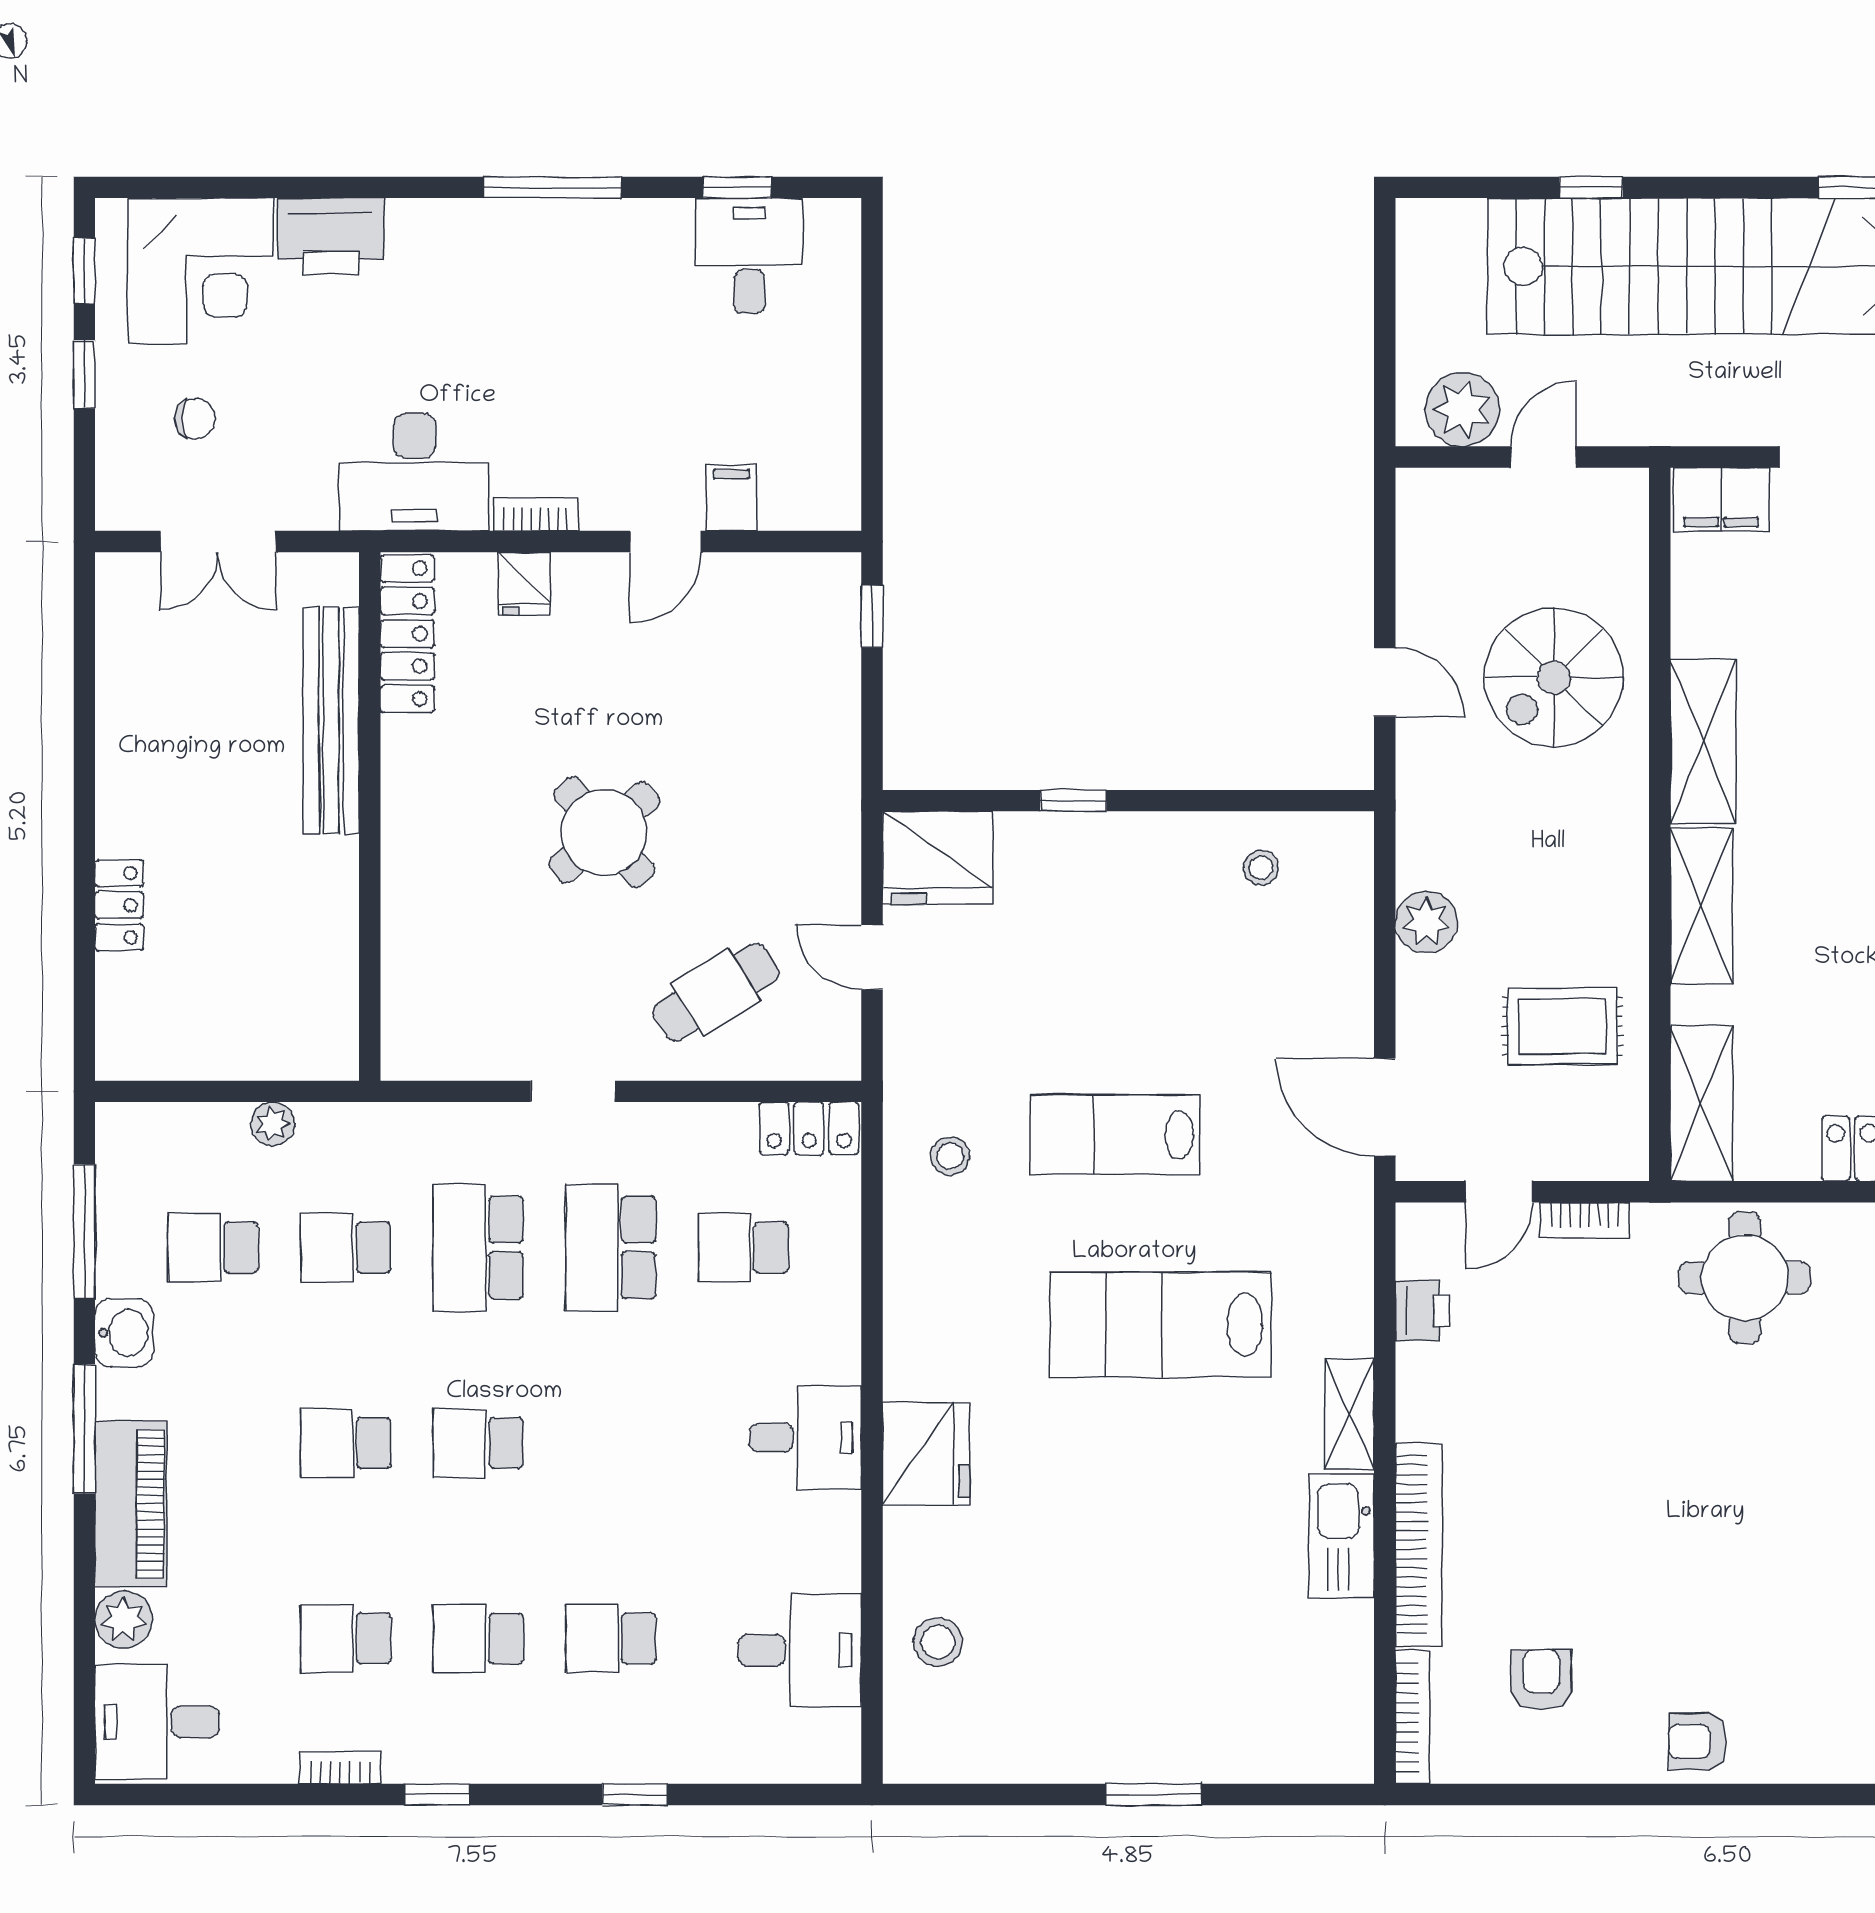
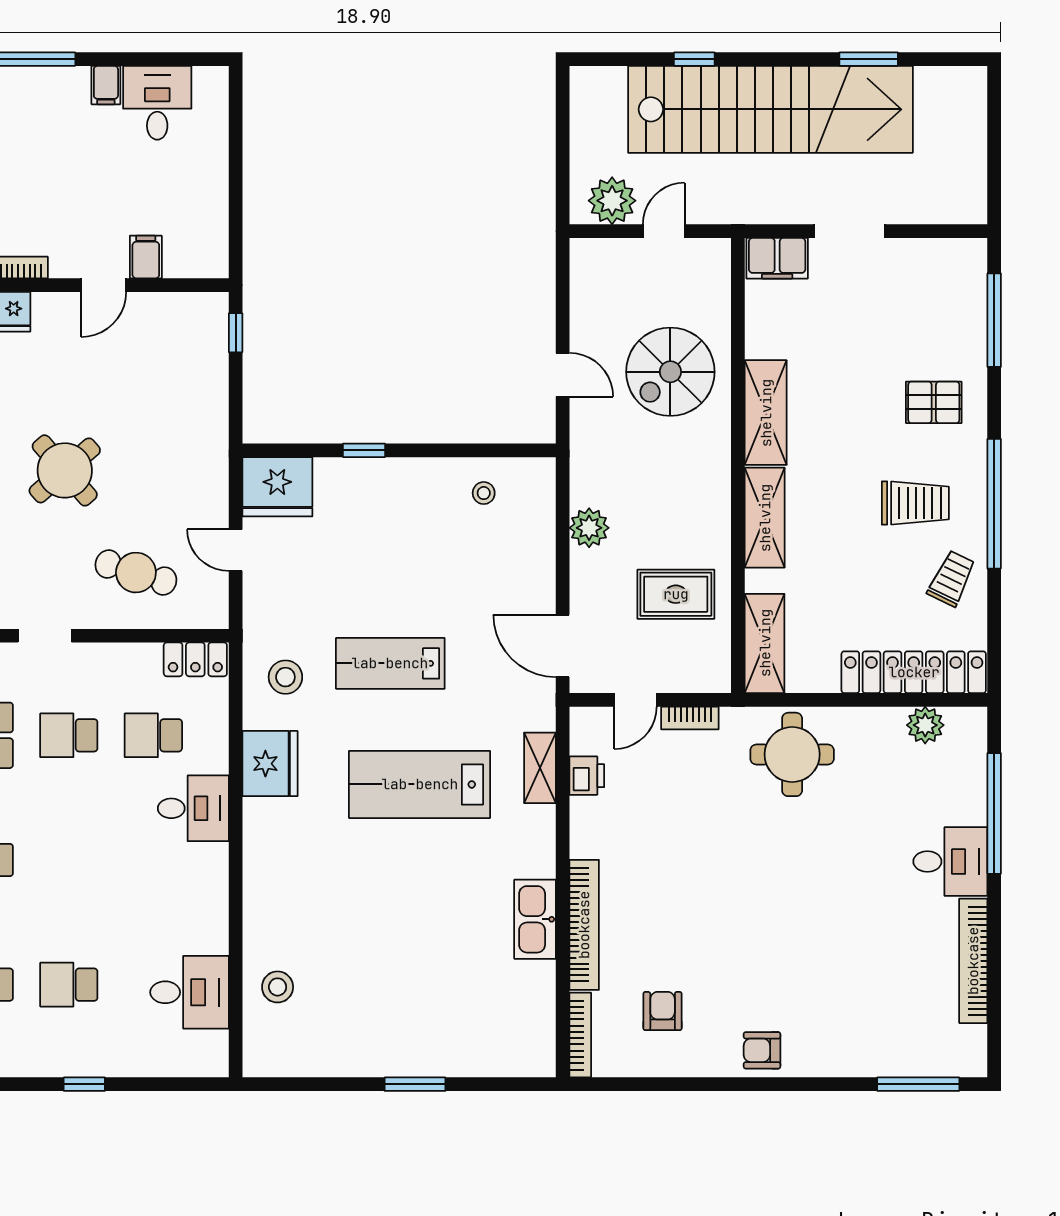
window: (737, 187) -> (149, 59), removed
filing cabinet: (669, 228) -> (106, 85), added
cafe table: (716, 992) -> (136, 573), turned 49
stool: (950, 1156) -> (285, 677), width x1.37, depth x1.37
school desk: (611, 1247) -> (69, 735), width x0.54
shelving: (1349, 1414) -> (540, 768), moved
desk: (806, 1437) -> (193, 808), moved
fridge: (926, 1454) -> (270, 764), moved

